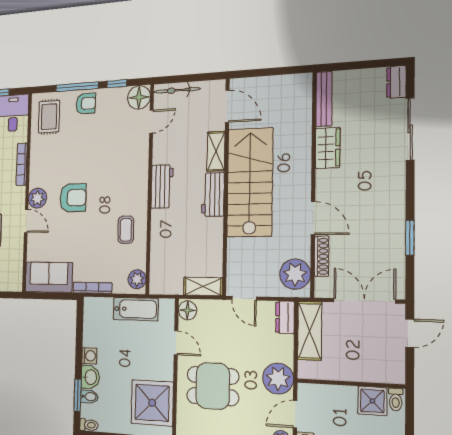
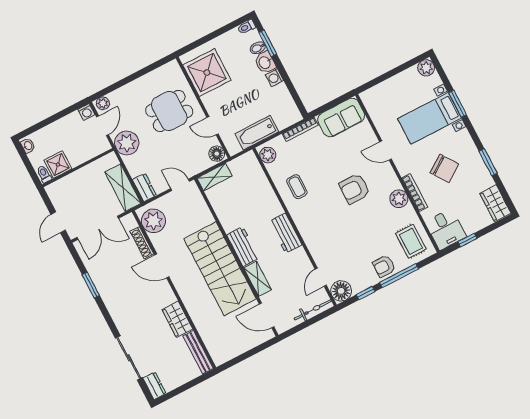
plant: (37, 198) -> (399, 199), moved

